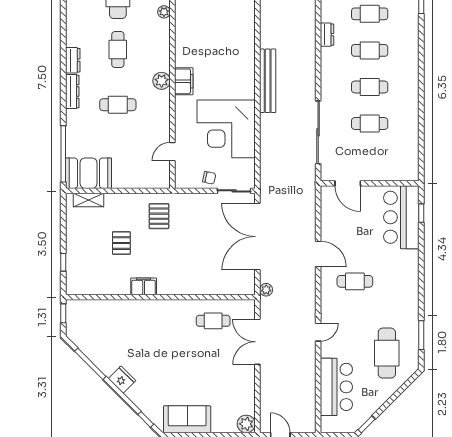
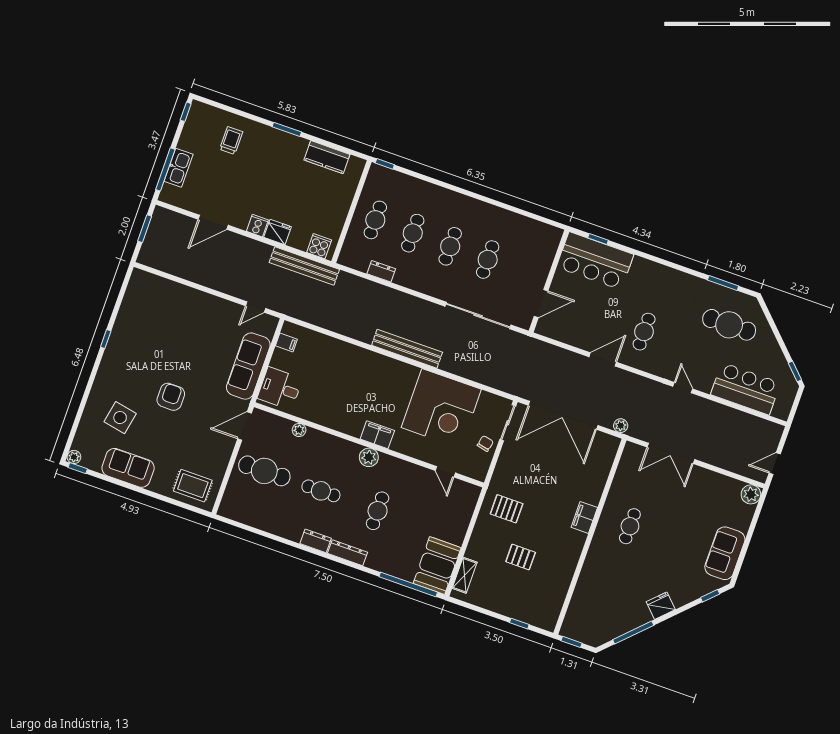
filing cabinet: (144, 286) -> (584, 517), moved
cafe table: (213, 321) -> (630, 526), moved

